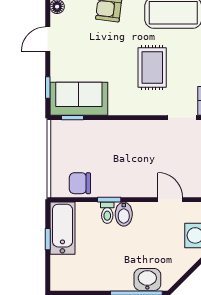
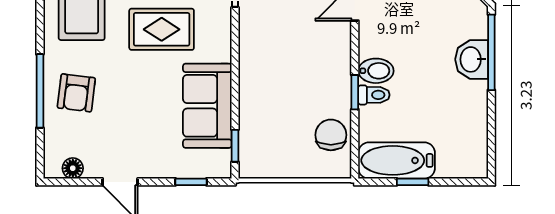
sofa: (79, 99) -> (207, 106), moved
chair: (80, 183) -> (331, 135), turned 180
washbasin: (147, 280) -> (472, 59), moved

